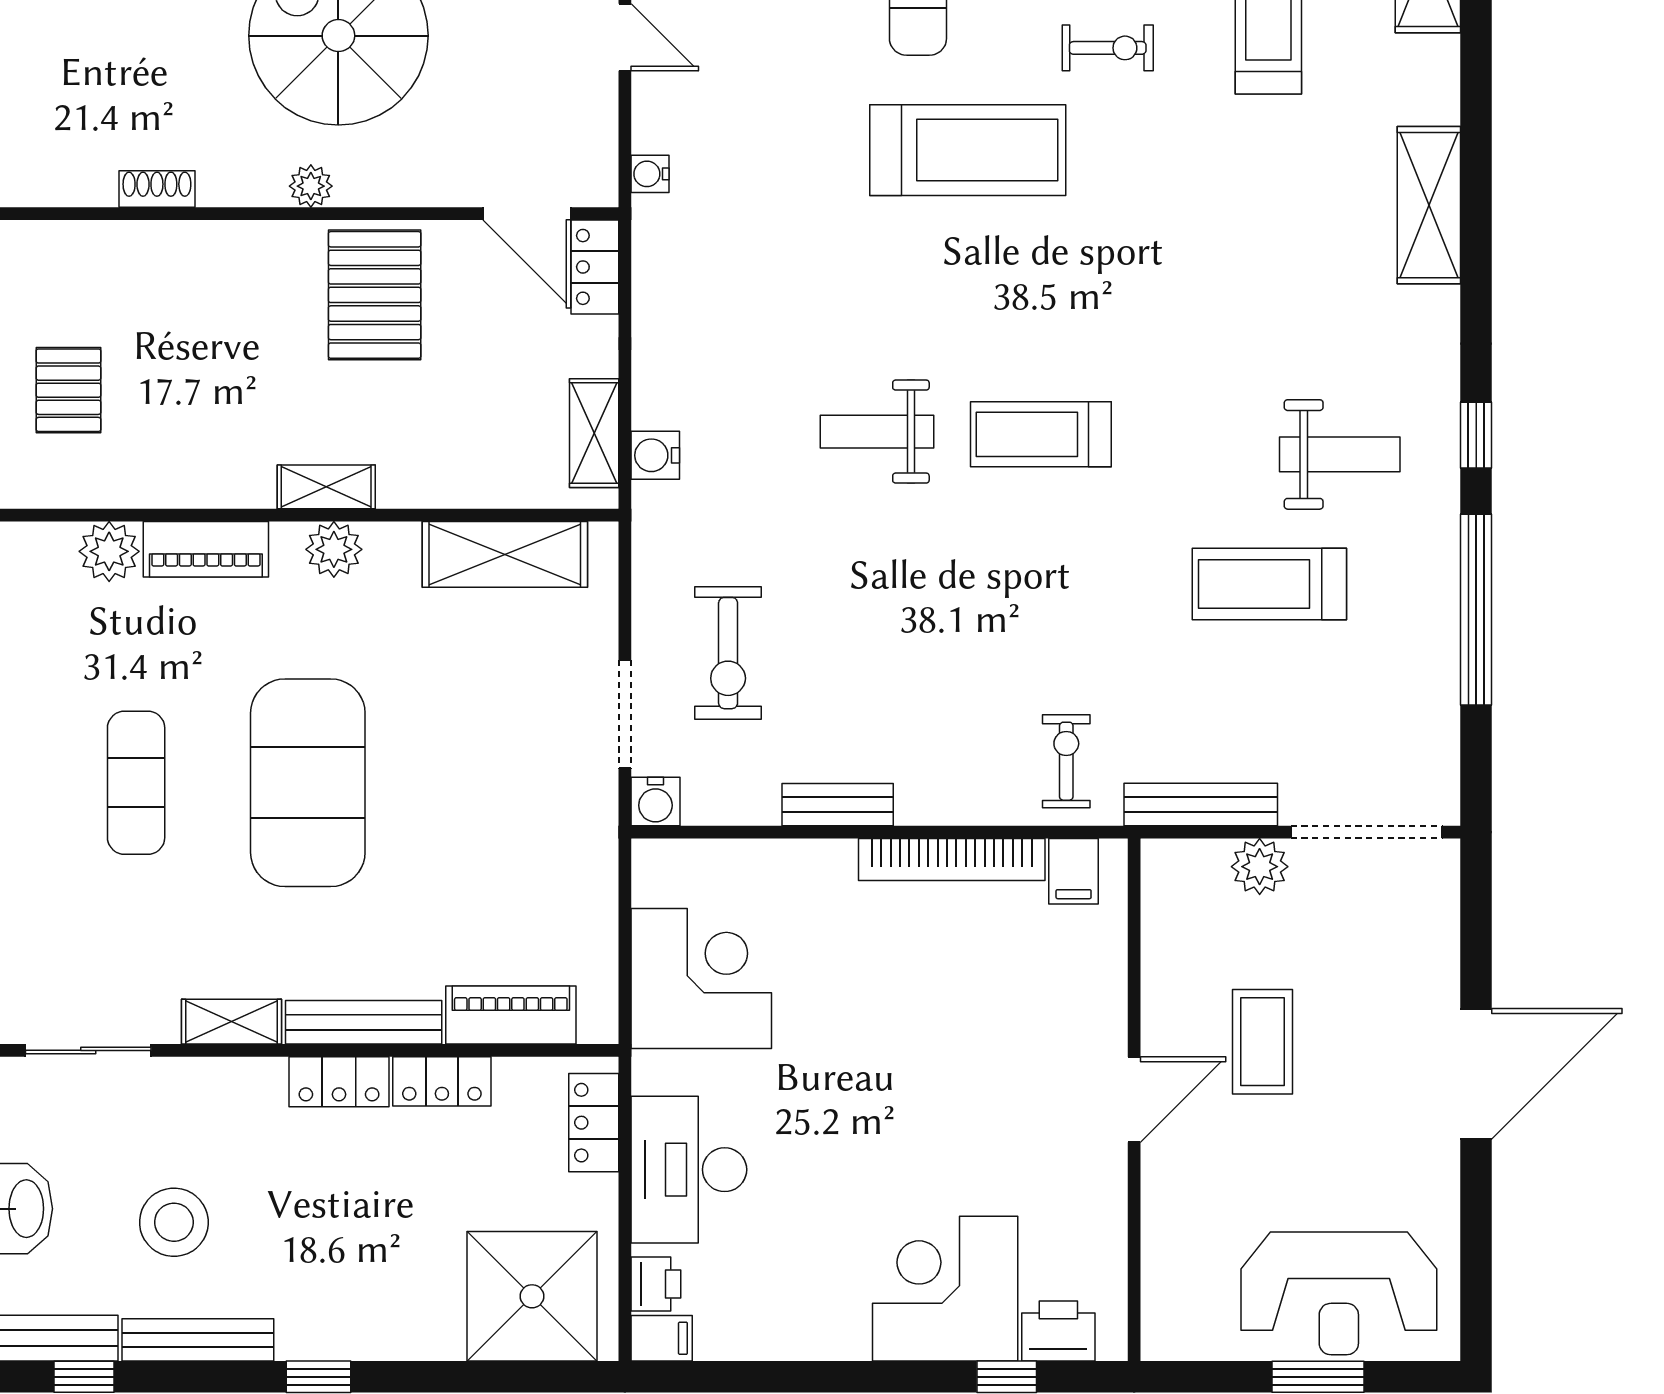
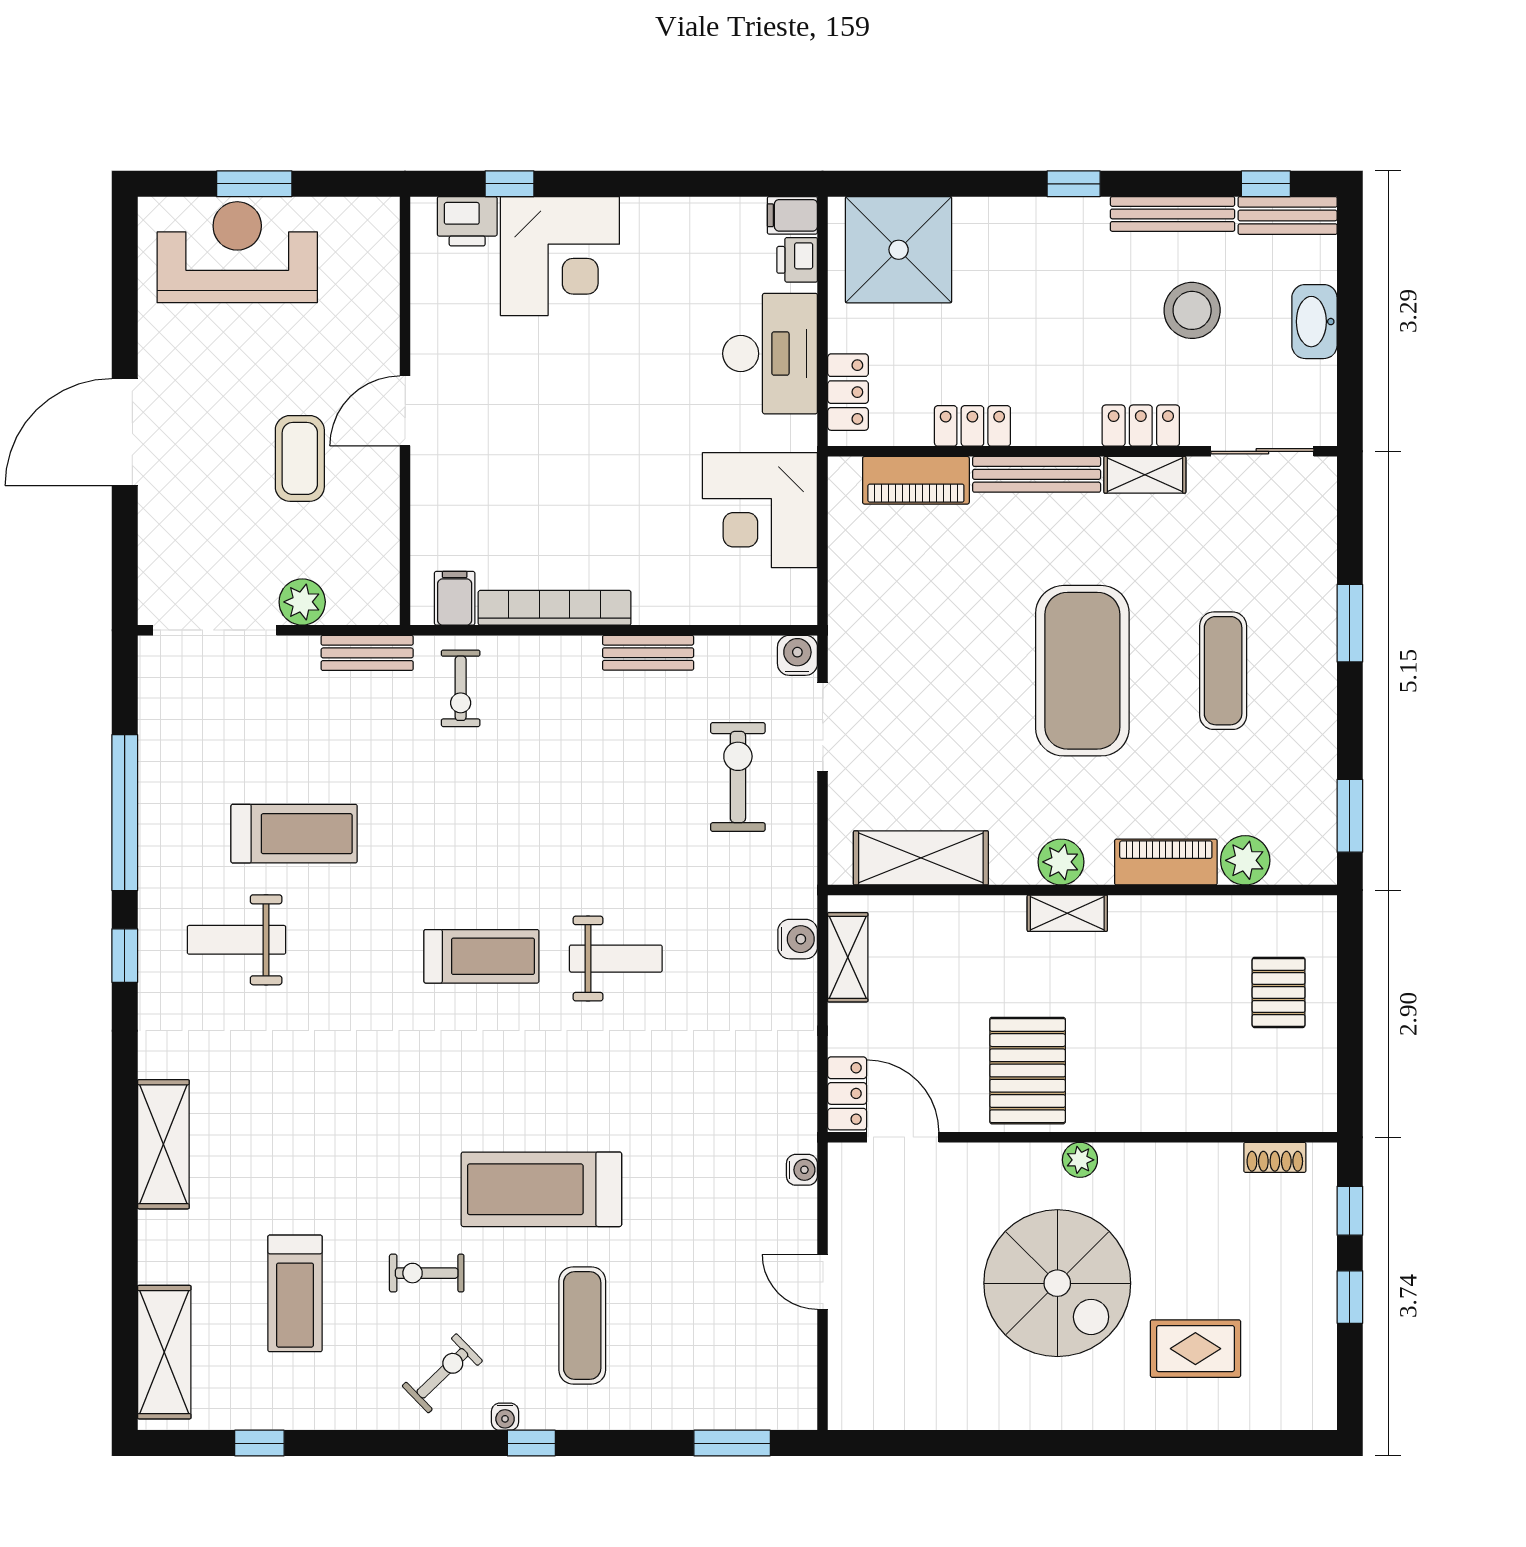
shoe rack: (157, 189) -> (1275, 1157), moved
bench: (1201, 804) -> (367, 653), width x0.73
locker: (339, 1082) -> (1141, 426), moved

